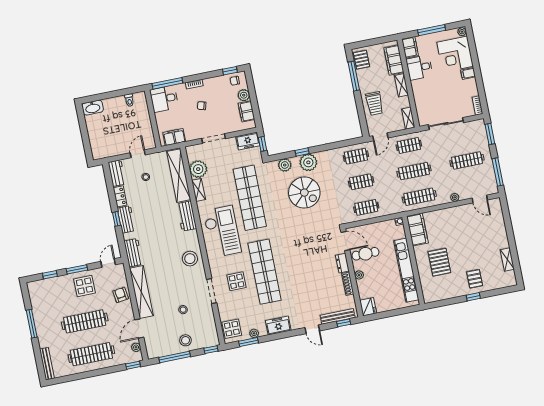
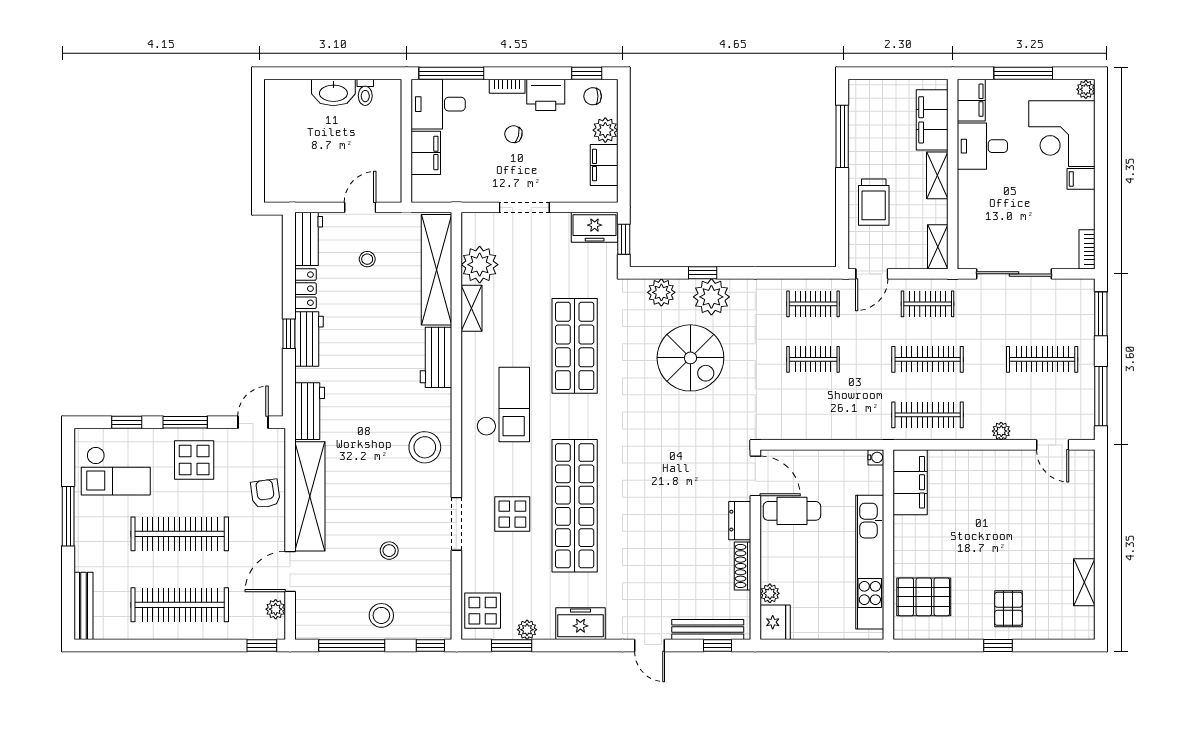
pallet: (361, 60) -> (865, 106), removed
printer: (213, 84) -> (546, 95), added
washbasin: (93, 108) -> (333, 93), moved
filing cabinet: (174, 137) -> (426, 153), moved, turned 90
shop shelf: (250, 198) -> (575, 346), width x0.71
clothes rail: (366, 207) -> (813, 415), removed
checkout: (222, 231) -> (503, 404), width x0.73, depth x0.83
pallet: (439, 262) -> (924, 597), moved, turned 90
plant: (359, 275) -> (770, 593), moved
checkout: (49, 298) -> (116, 471), added

